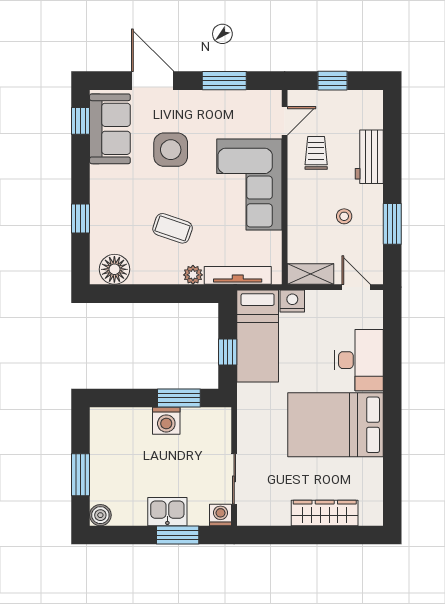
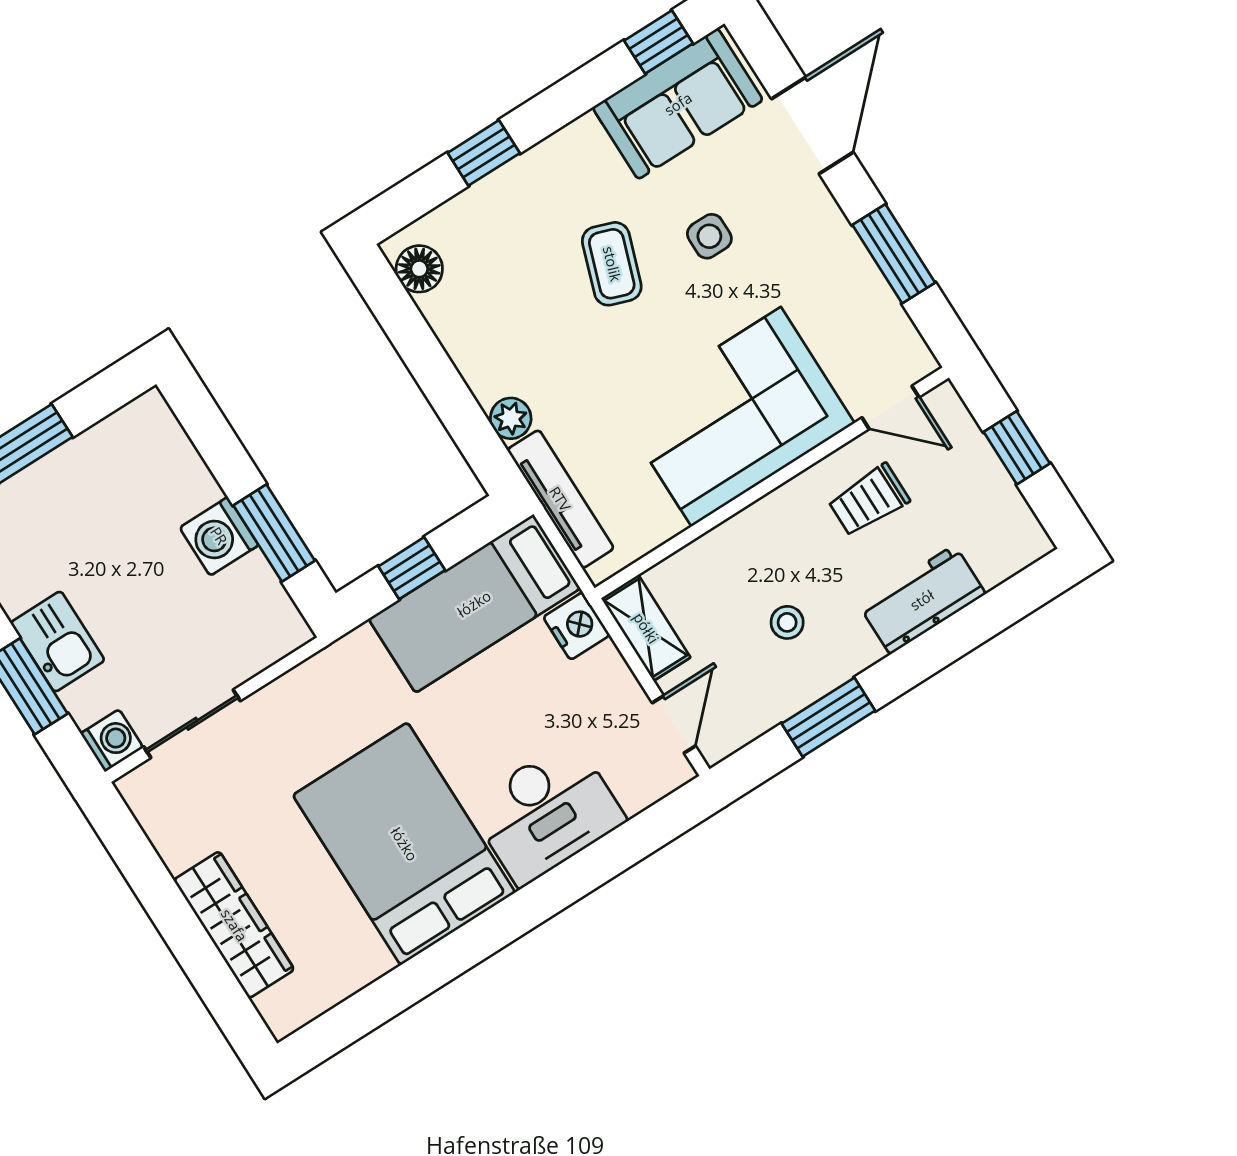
side table: (171, 150) -> (709, 236), width x0.54, depth x0.54
trolley: (316, 153) -> (869, 500), turned 180
coffee table: (173, 228) -> (612, 264), moved
floor lamp: (114, 269) -> (419, 269), width x0.73, depth x0.73

